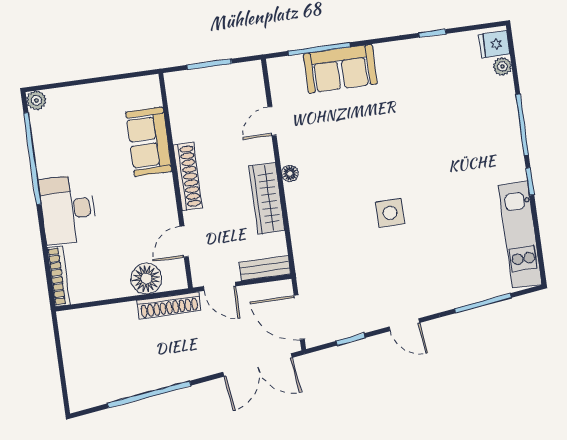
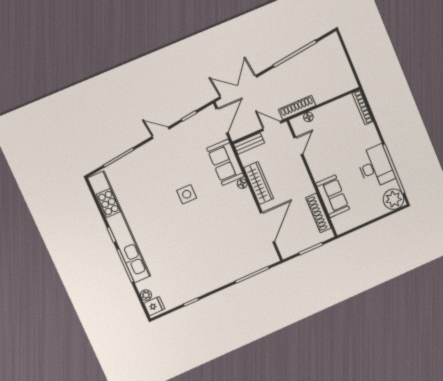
sofa: (340, 69) -> (225, 162), moved, turned -90
plant: (36, 100) -> (394, 199), width x1.88, depth x1.88
door: (272, 121) -> (268, 227), width x1.87
floor lamp: (290, 173) -> (242, 184), moved
shoe rack: (188, 176) -> (318, 213), moved
desk: (68, 209) -> (375, 167), moved
kitchen unit: (520, 235) -> (119, 227), width x1.86
floor lamp: (146, 279) -> (308, 117), width x0.53, depth x0.53
door: (299, 317) -> (222, 121), hinge flipped

